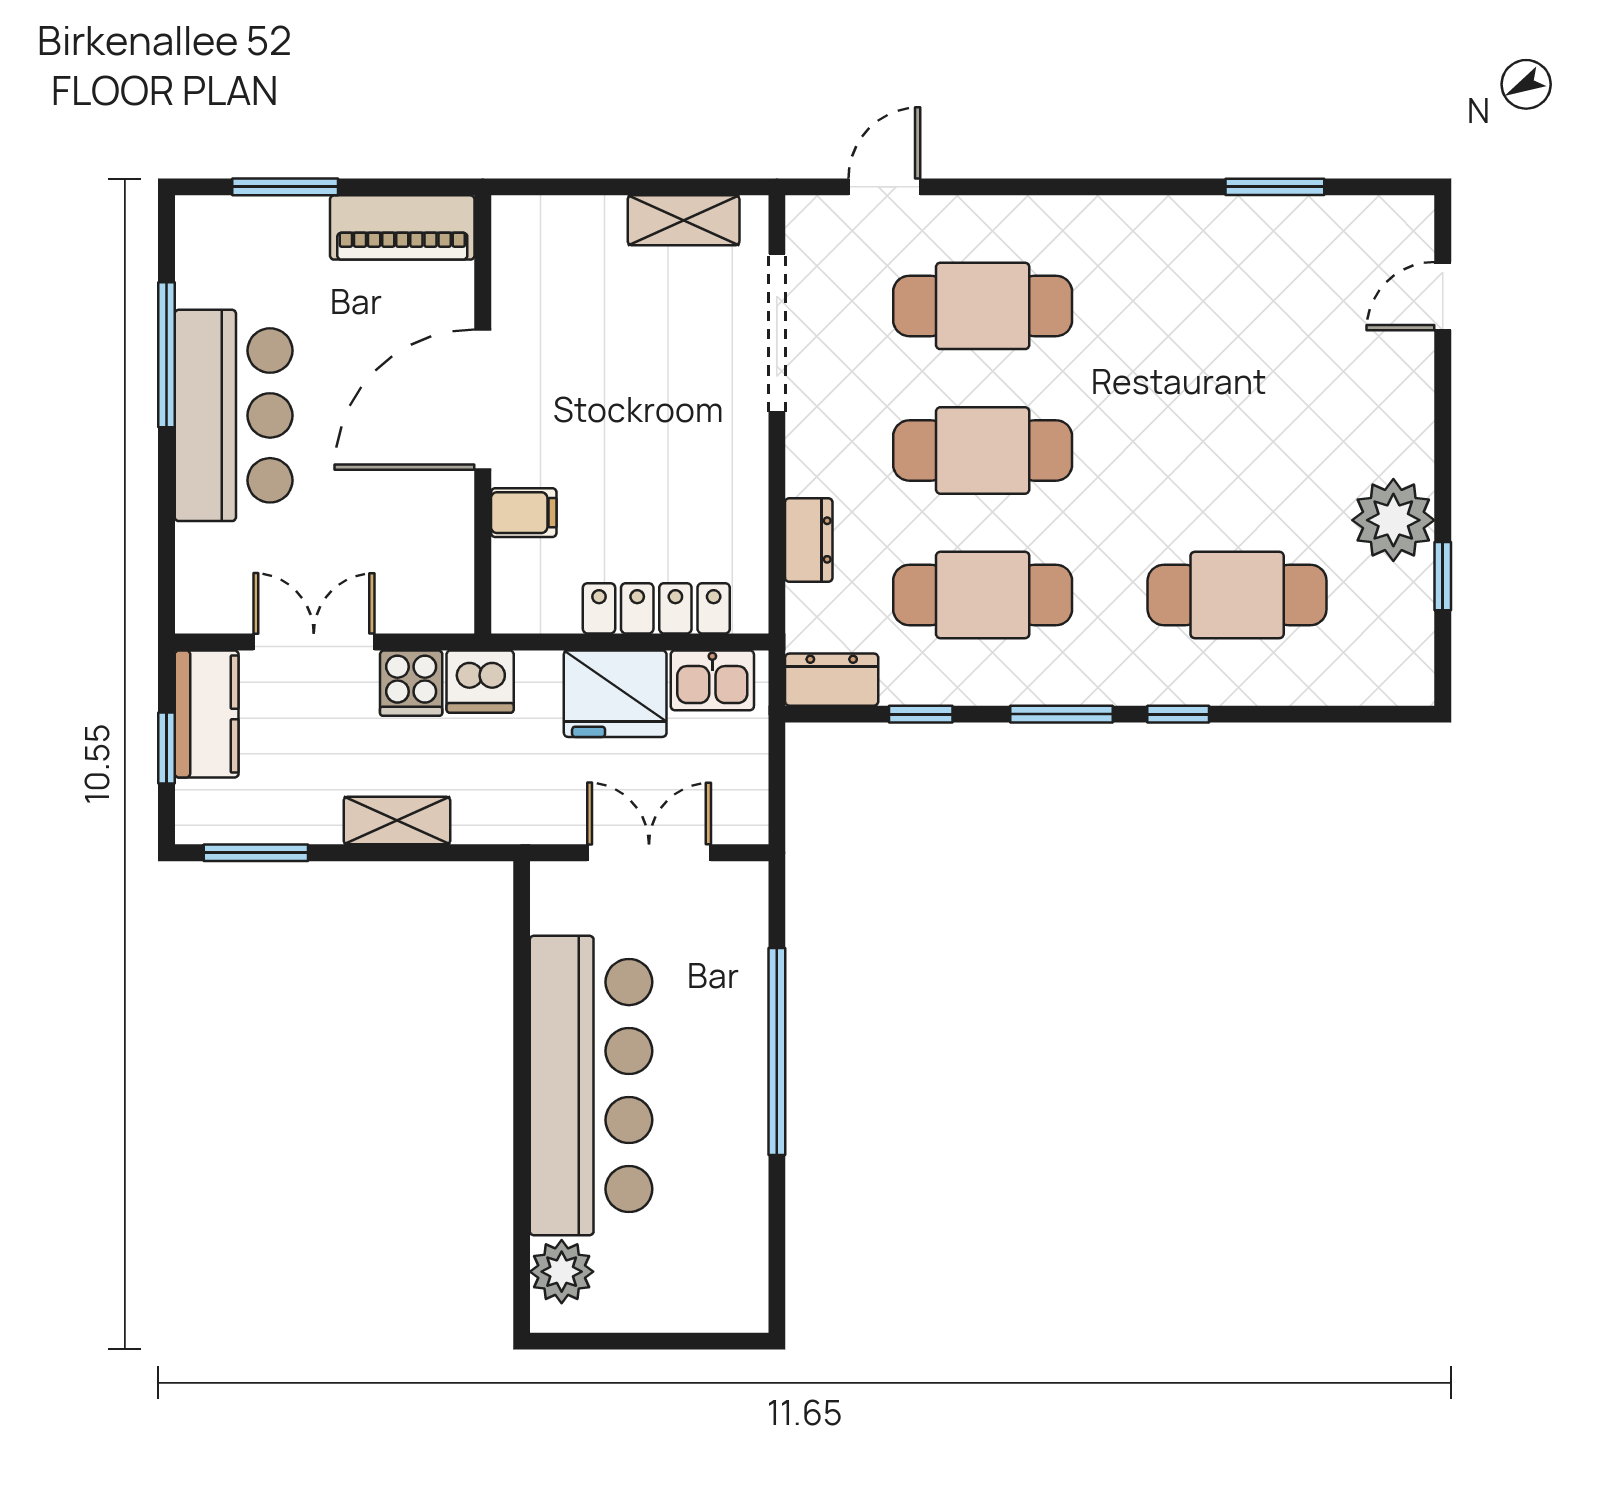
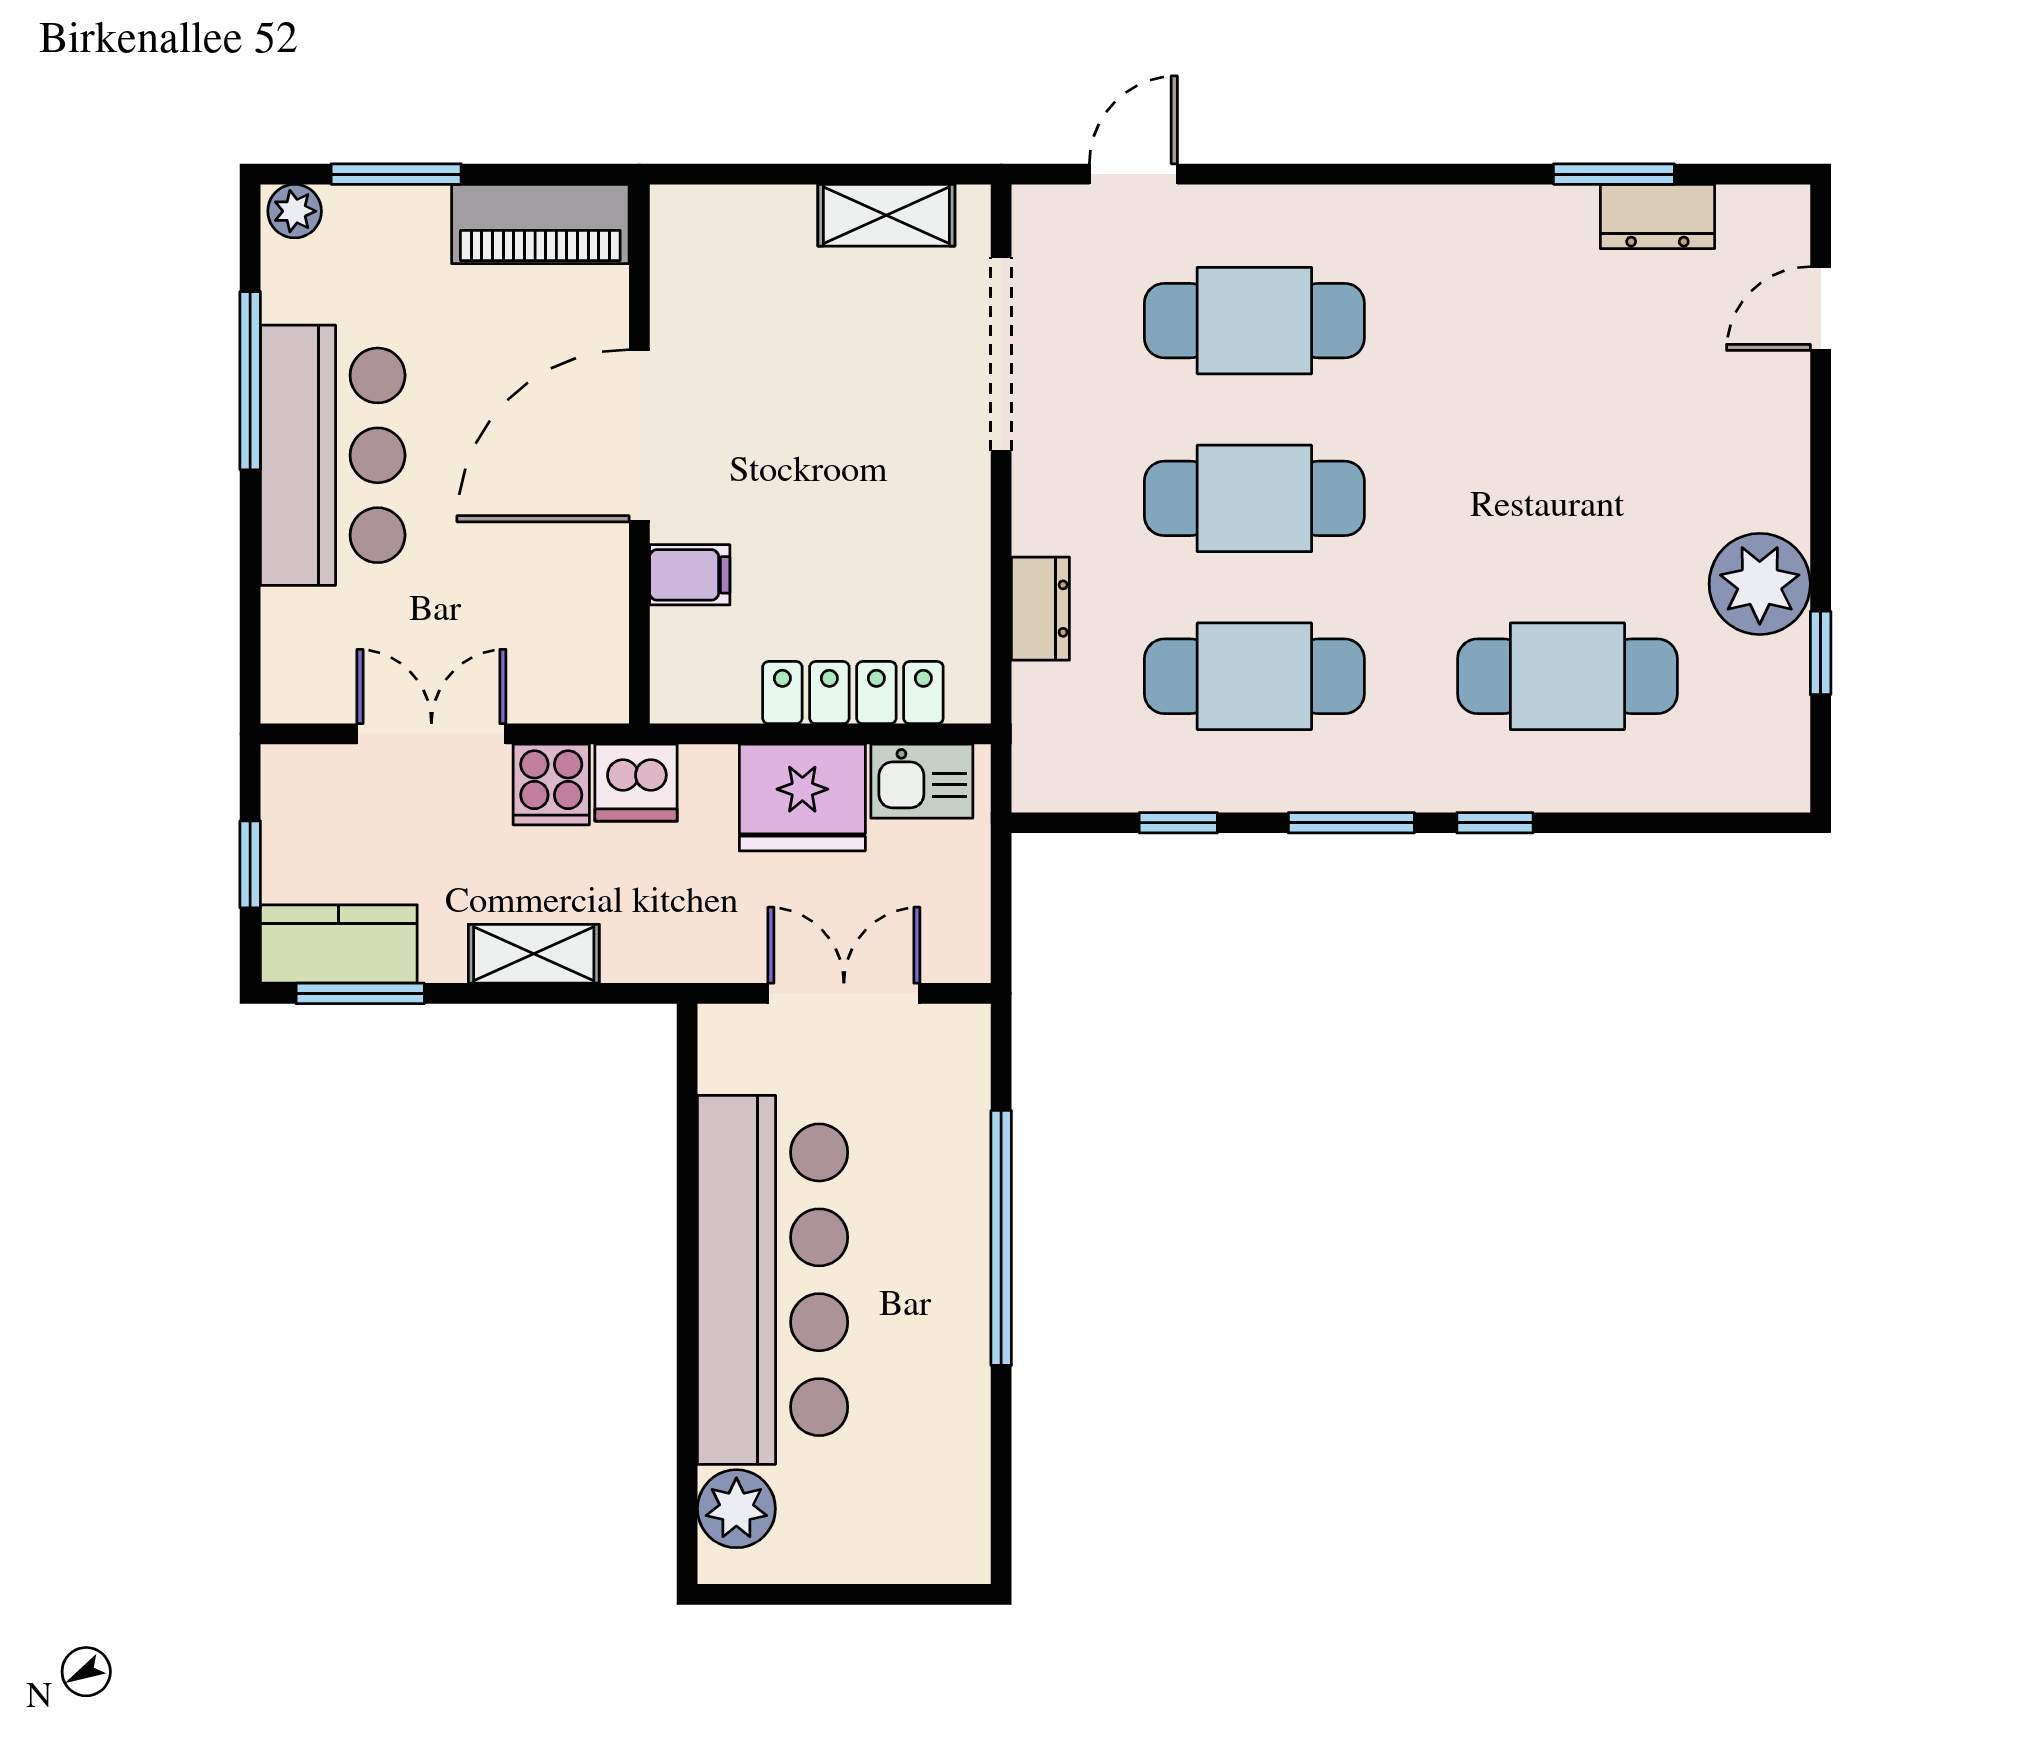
plant: (203, 217) -> (295, 211), added
dresser: (832, 680) -> (1657, 216), moved, turned 180
kitchen counter: (207, 714) -> (339, 944), moved, turned -90

